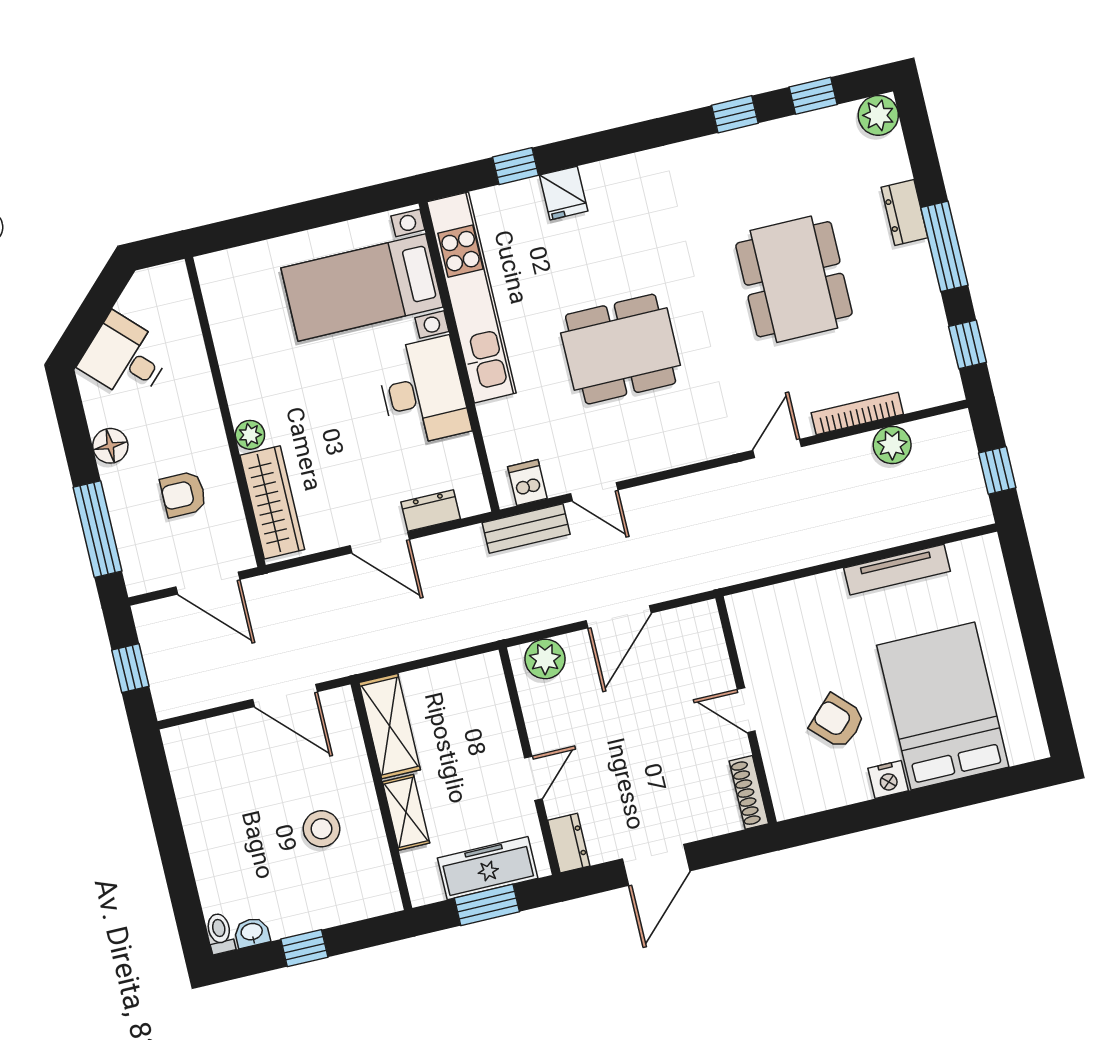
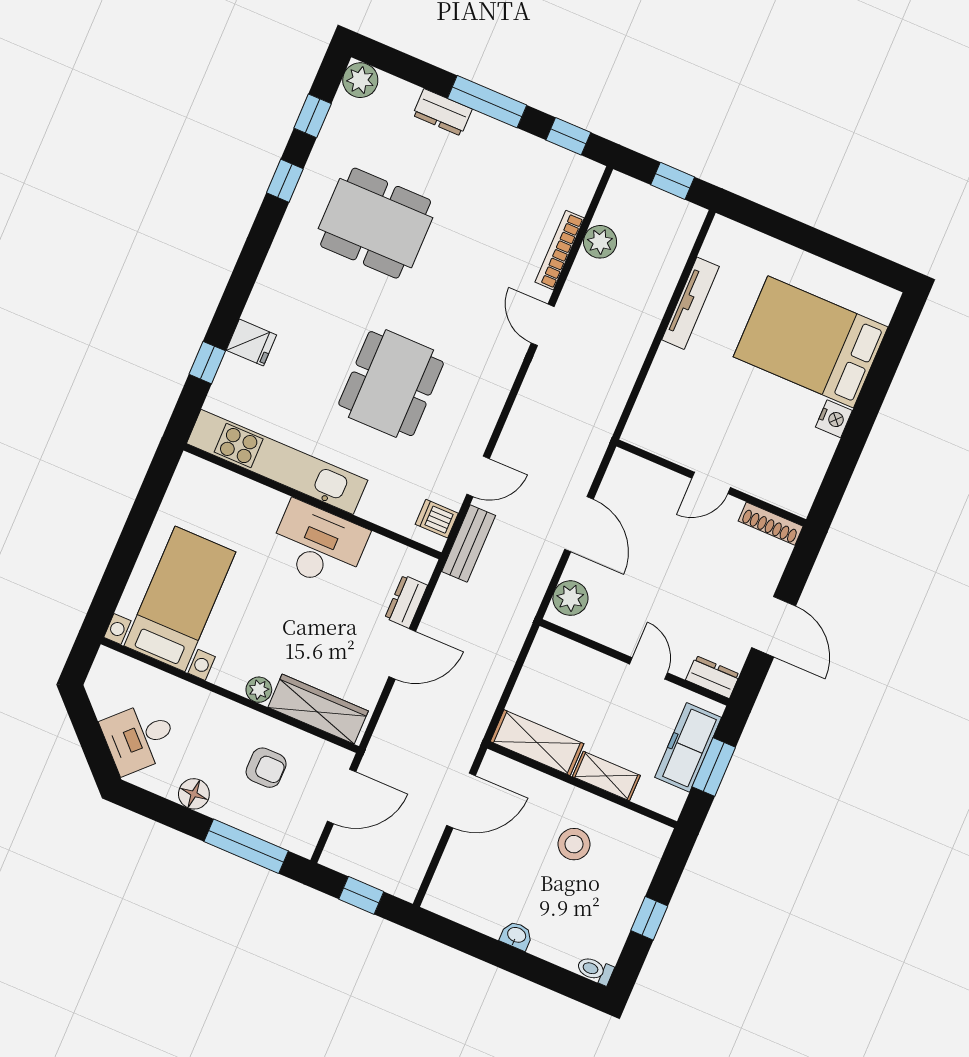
dining table: (794, 279) -> (376, 223), moved
bed with nightstands: (362, 287) -> (180, 599), moved, turned 180
armchair: (183, 494) -> (266, 768), turned -90
armchair: (837, 721) -> (767, 424), removed
washbasin: (252, 932) -> (516, 935), moved, turned 90

